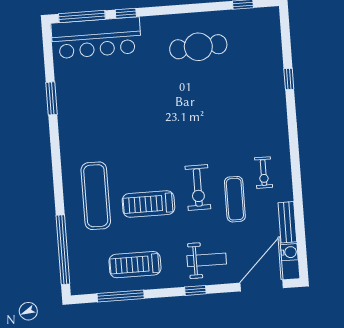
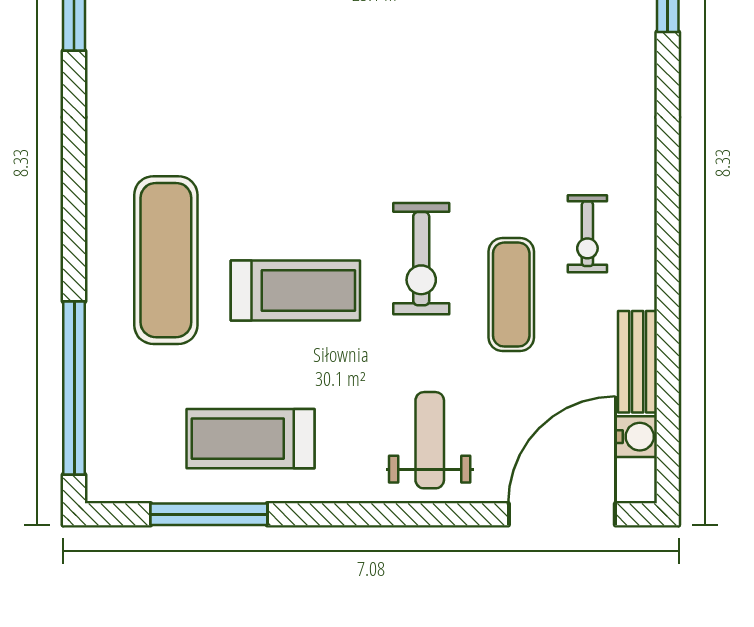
treadmill: (148, 204) -> (295, 290), turned 180
weight bench: (207, 260) -> (430, 440), turned -90
window: (195, 290) -> (396, 514), removed

